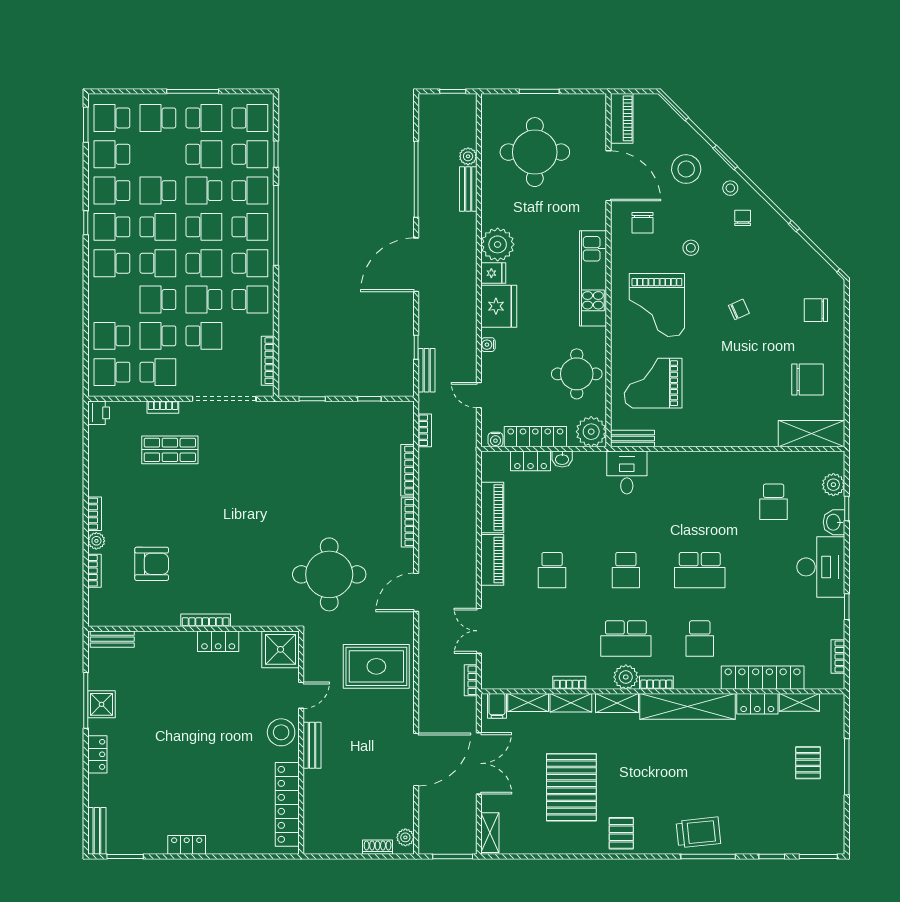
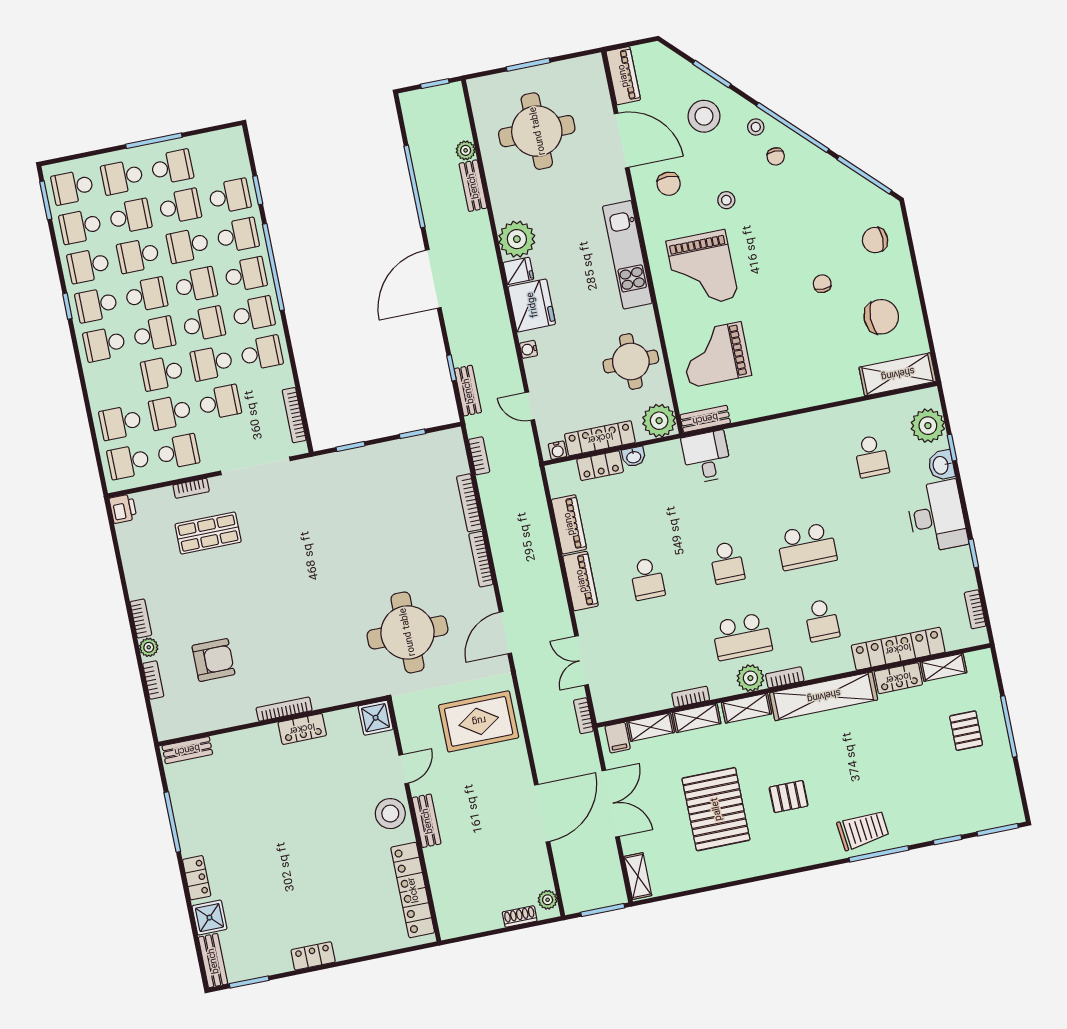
school desk: (250, 118) -> (130, 216), moved
chair: (743, 218) -> (776, 156), turned 180
chair: (739, 309) -> (822, 284), moved, turned -66
plant: (833, 485) -> (928, 426), width x1.36, depth x1.36
shower: (280, 649) -> (376, 718), width x0.73, depth x0.73
shower: (102, 704) -> (209, 918), moved
pallet: (621, 833) -> (789, 797), moved, turned 90

